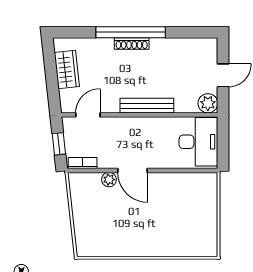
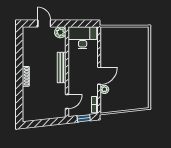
window: (131, 32) -> (19, 77), removed
wardrobe: (67, 69) -> (41, 114), removed
door: (88, 115) -> (67, 102), swing flipped

